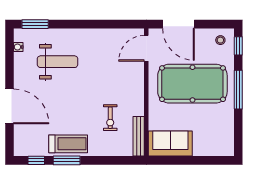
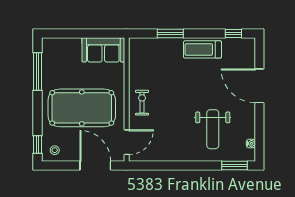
weight bench: (58, 62) -> (213, 129), turned -90
window: (238, 90) -> (37, 71), moved
exercise bike: (110, 118) -> (142, 103), moved
bench: (139, 136) -> (134, 57), removed
window: (67, 160) -> (170, 33), moved

